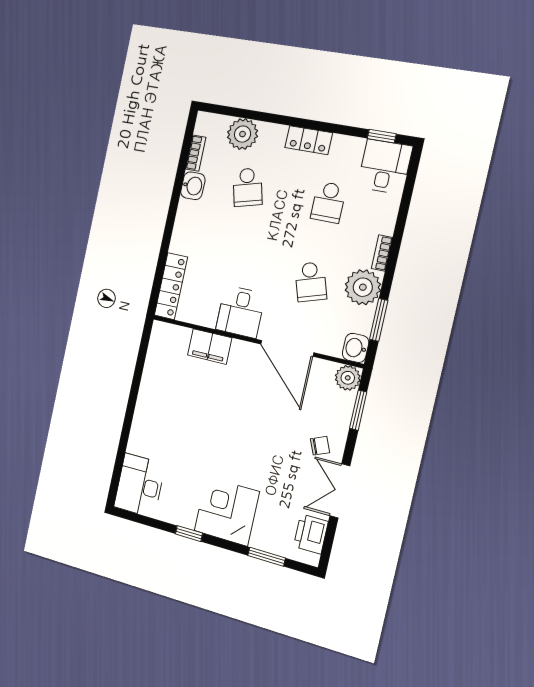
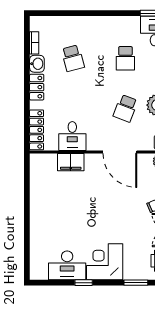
plant: (243, 134) -> (62, 26), removed
locker: (309, 140) -> (37, 87), moved, turned -90
school desk: (311, 282) -> (125, 108), turned 39
desk: (240, 312) -> (72, 136), moved
desk: (140, 485) -> (67, 265), moved, turned -90

